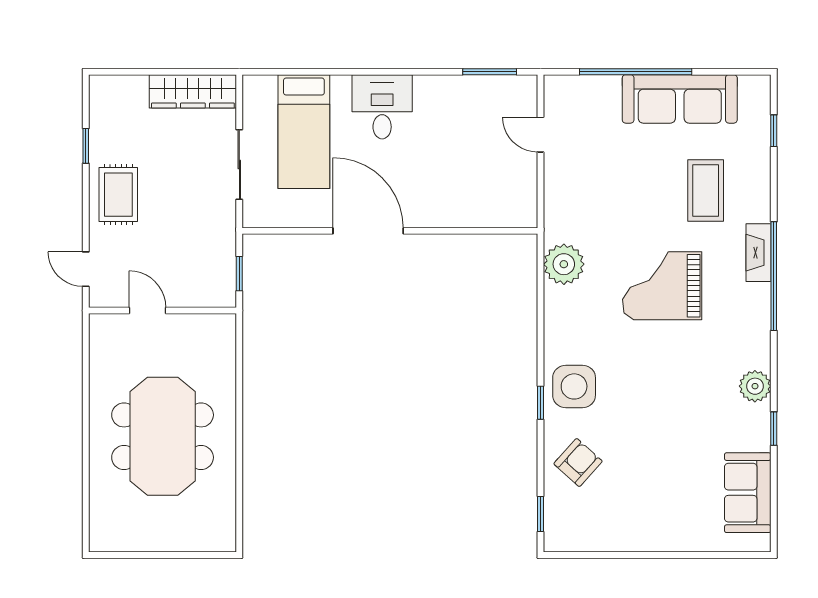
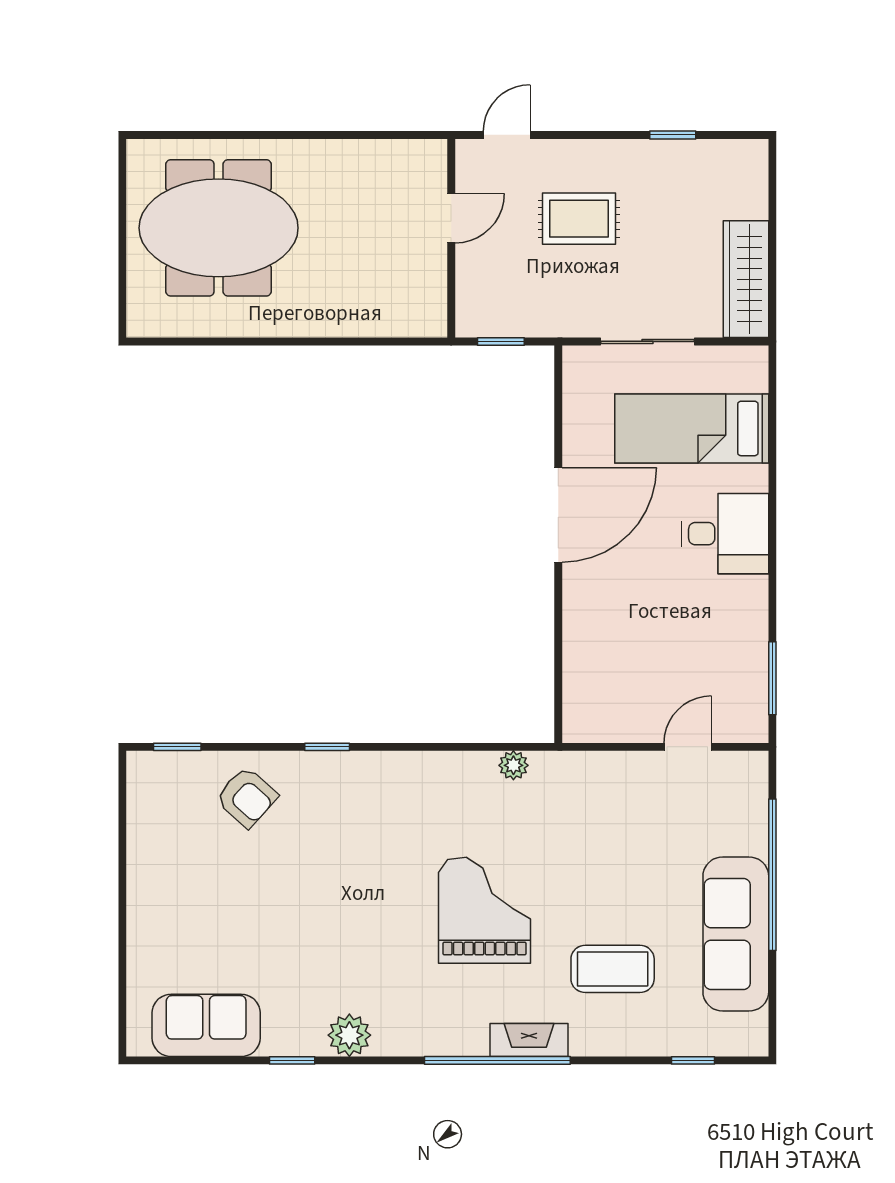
rug: (118, 195) -> (579, 219), moved
plant: (564, 264) -> (513, 765), width x0.53, depth x0.53
side table: (574, 386) -> (349, 792), removed
meeting table: (163, 436) -> (219, 228), moved

